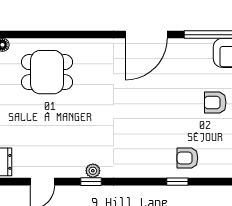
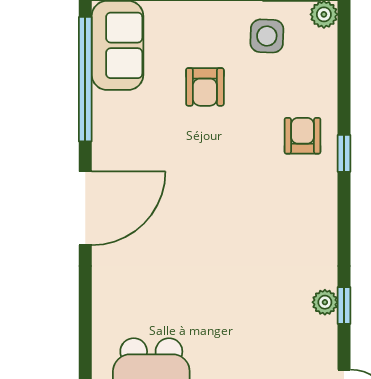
door: (146, 35) -> (85, 208), hinge flipped
armchair: (187, 158) -> (302, 136), turned 180

